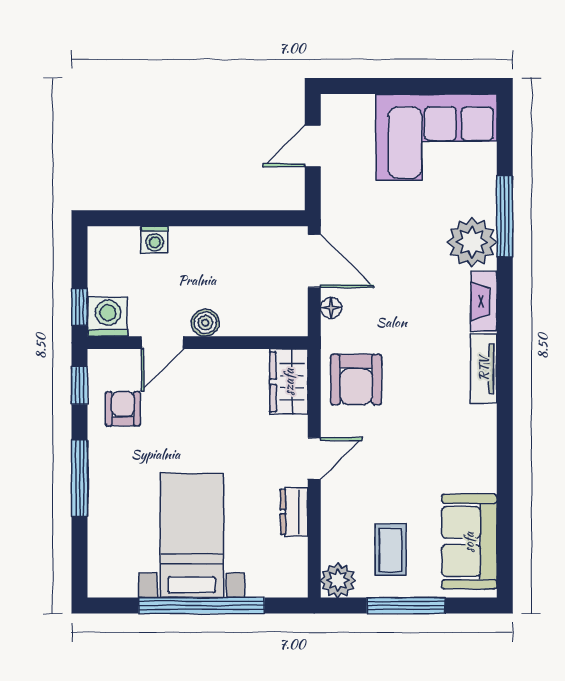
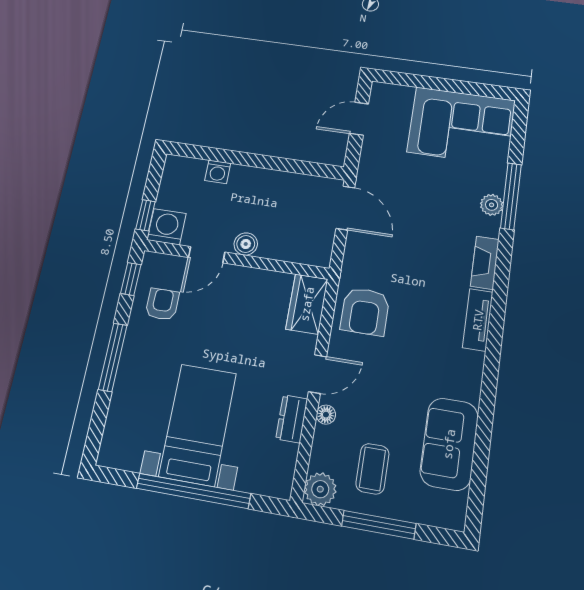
plant: (472, 242) -> (492, 205), width x0.53, depth x0.53
floor lamp: (331, 308) -> (326, 415), moved
sofa: (469, 542) -> (449, 444), moved

